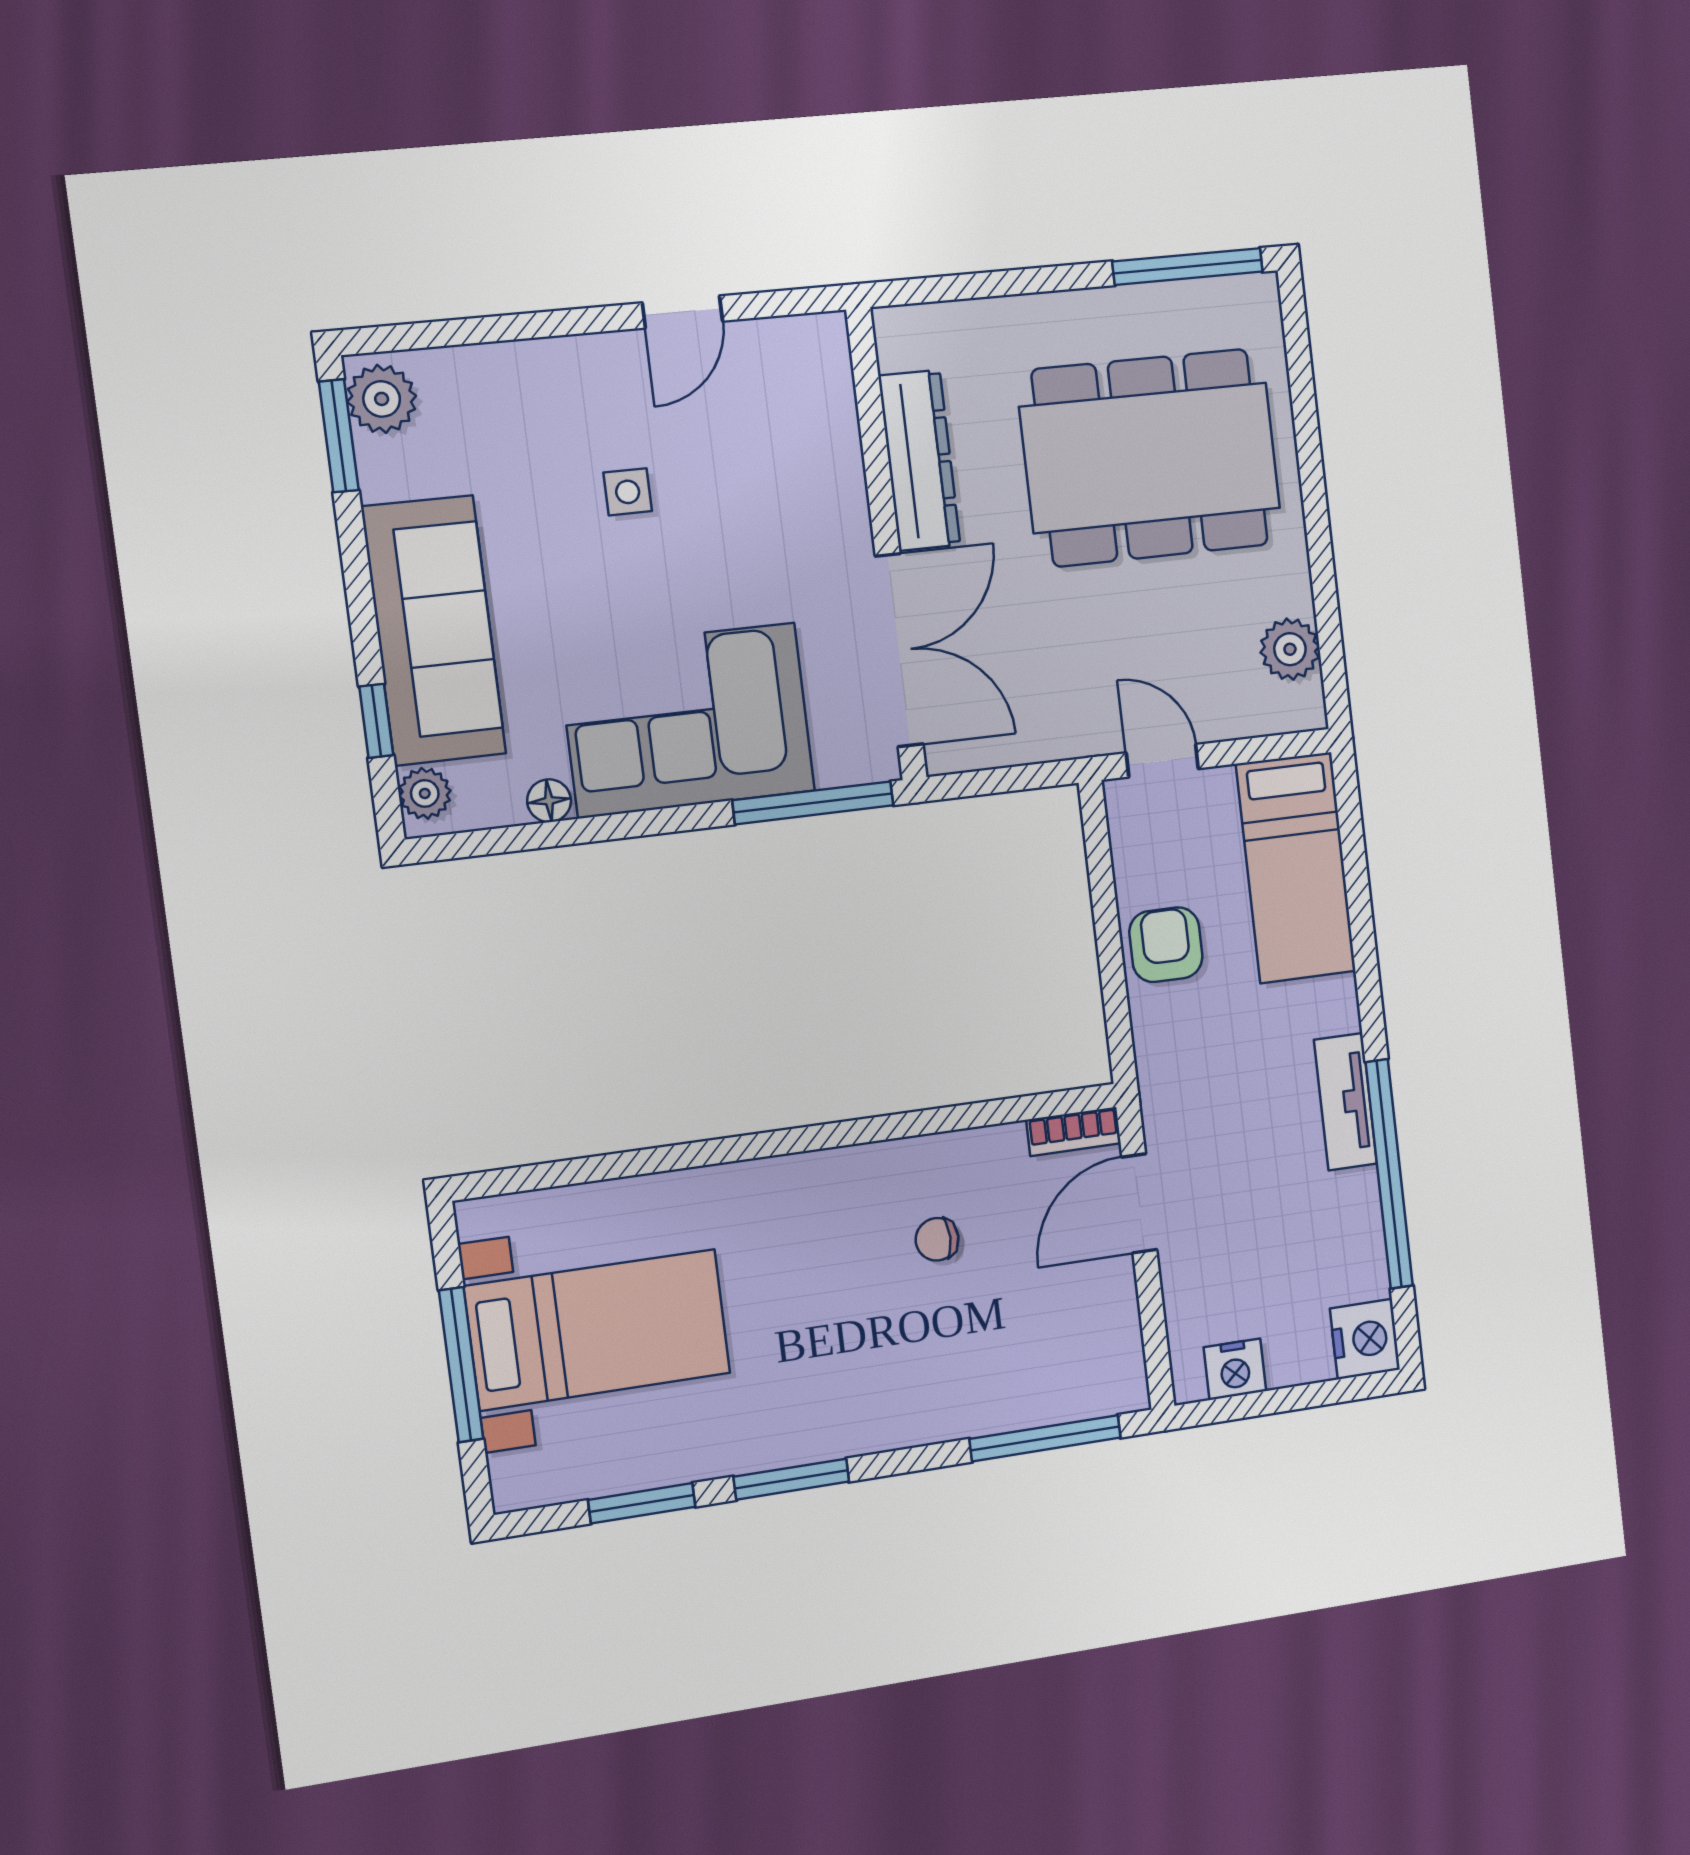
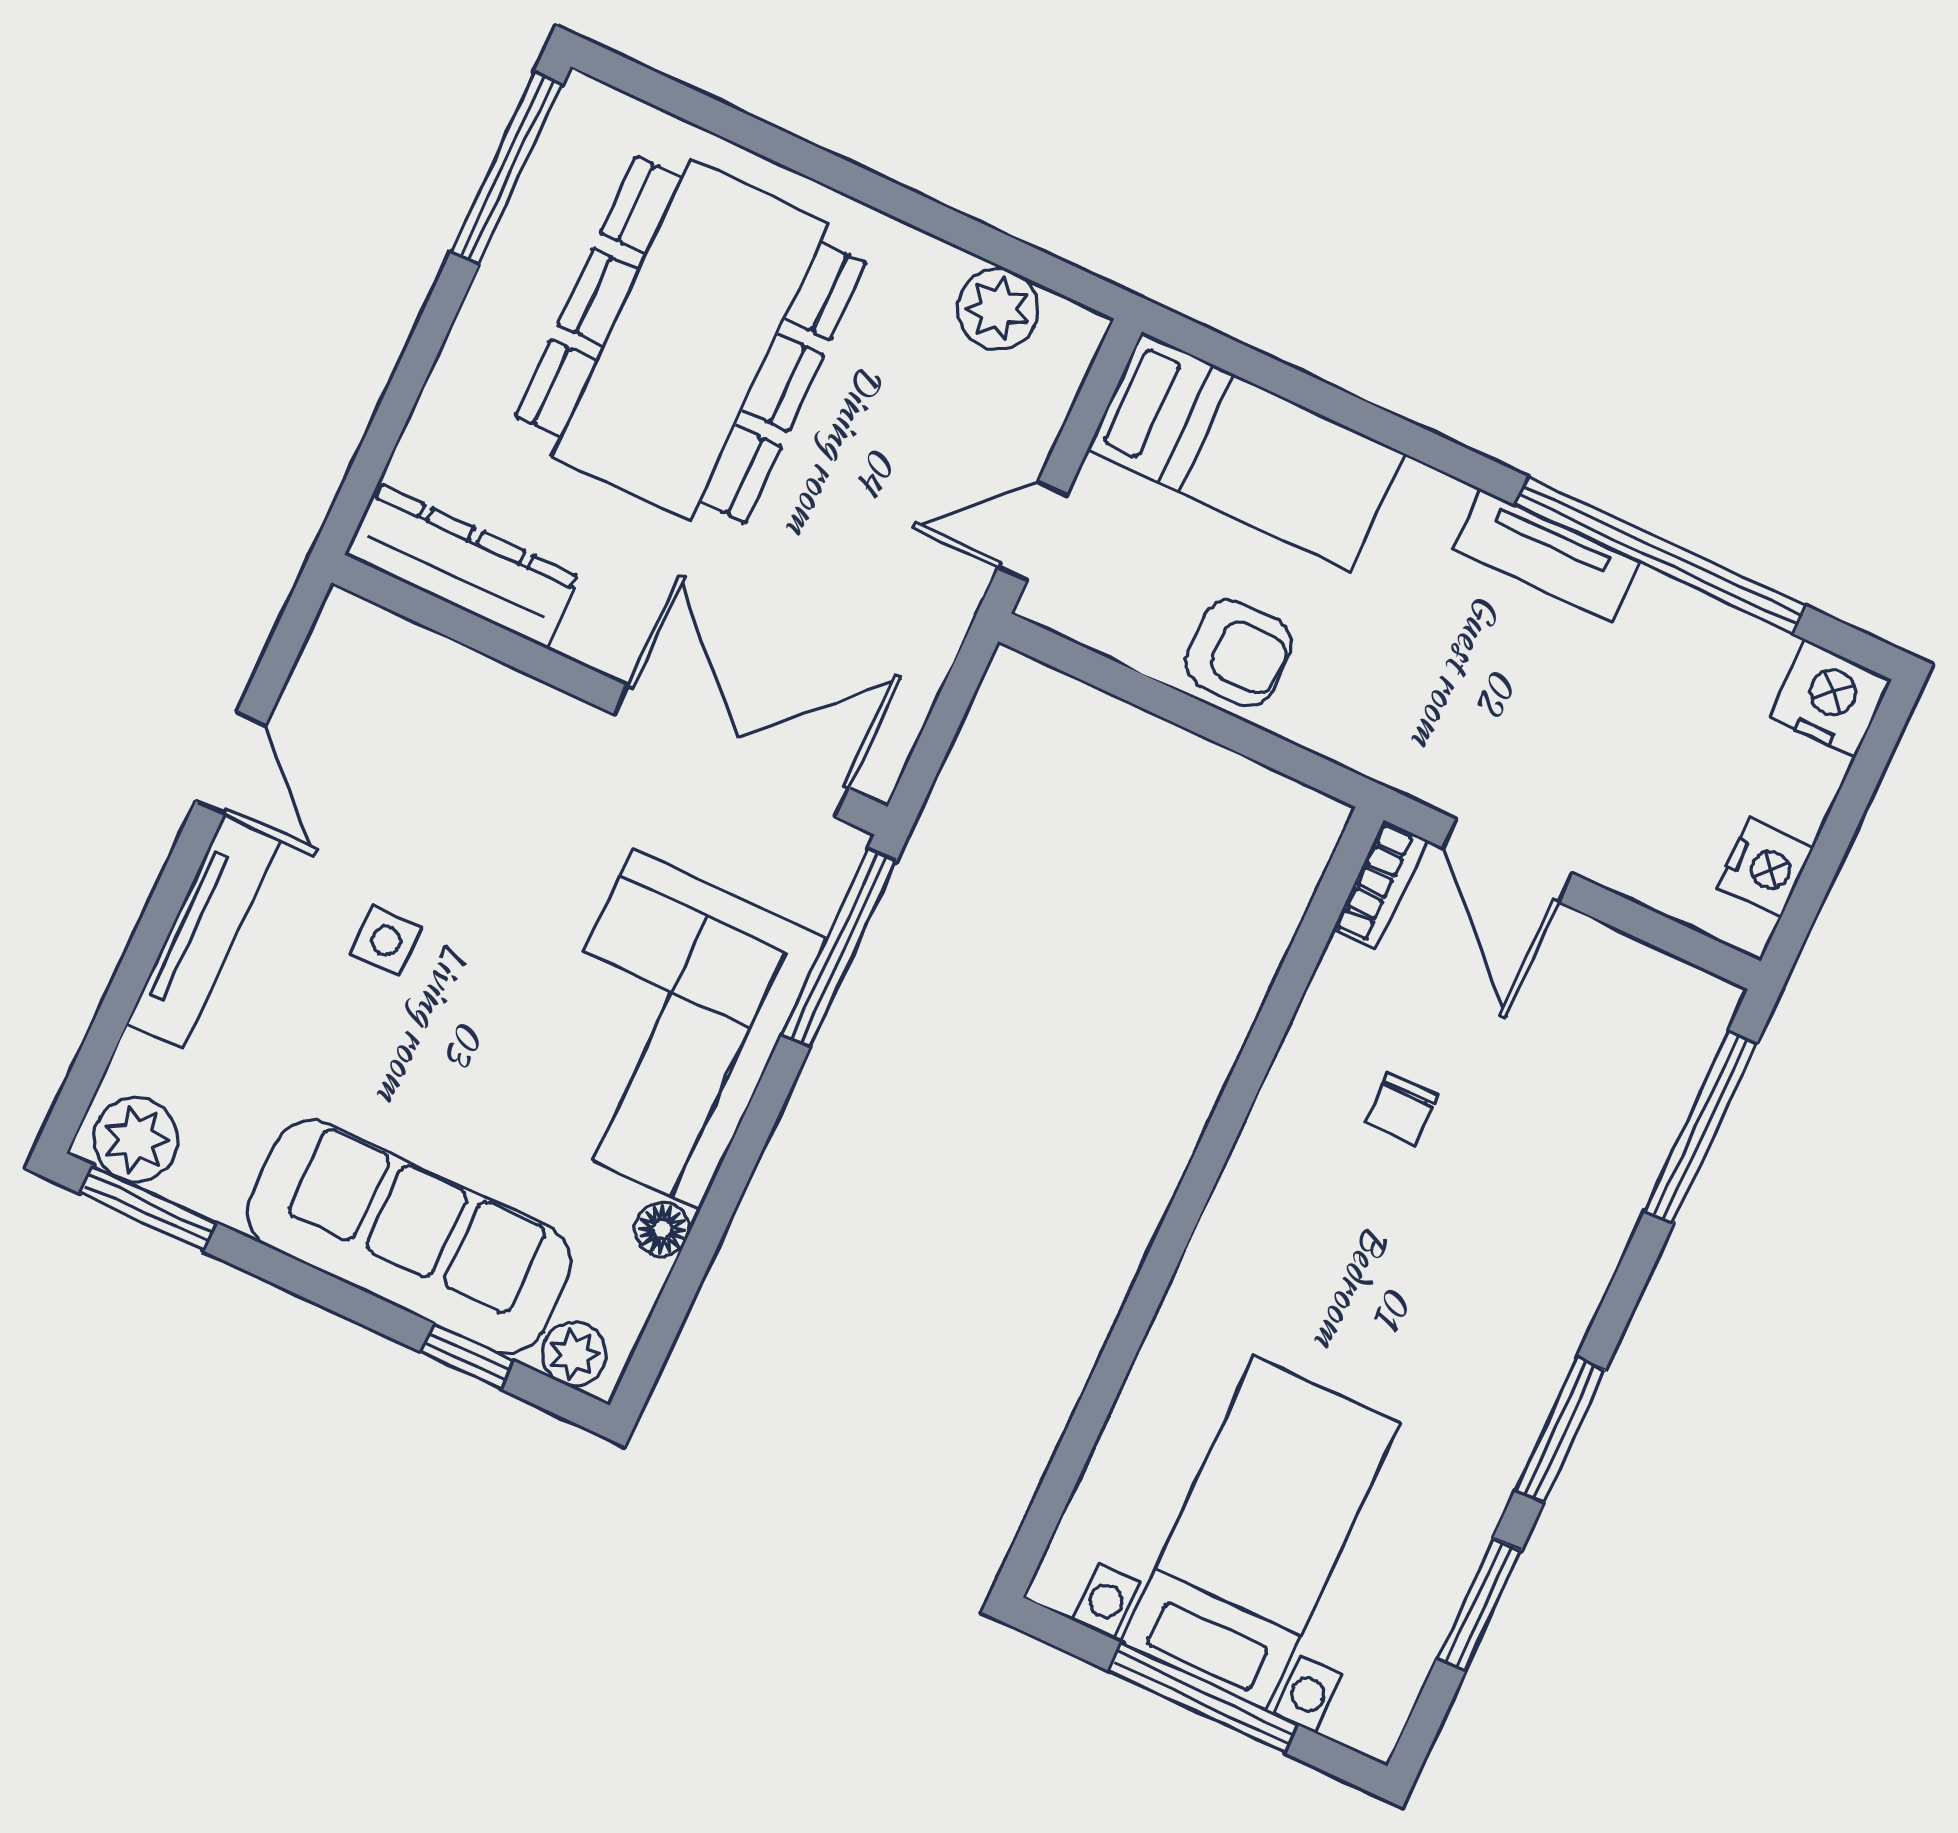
tv unit: (555, 361) -> (203, 932), added
dresser: (919, 460) -> (462, 566), moved
armchair: (1166, 945) -> (1239, 653), turned 180

